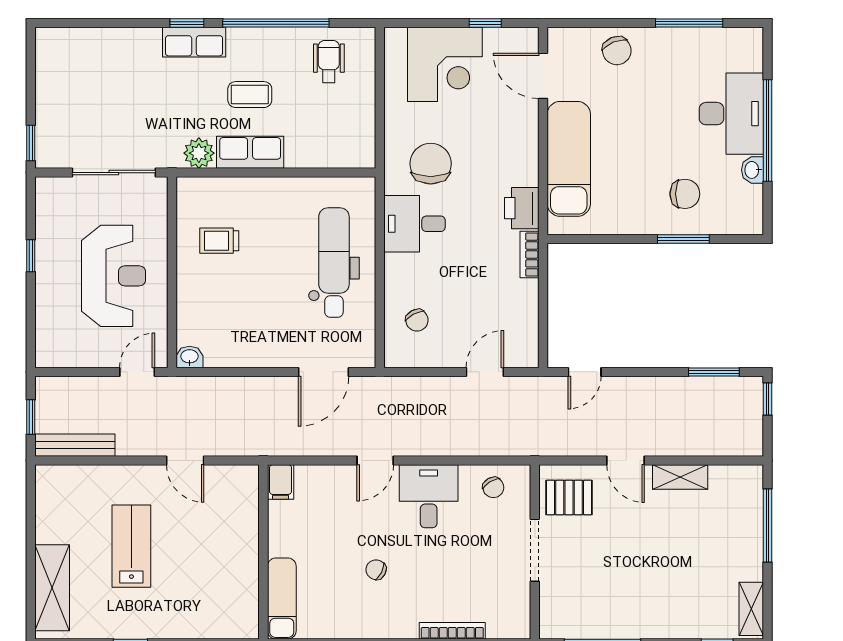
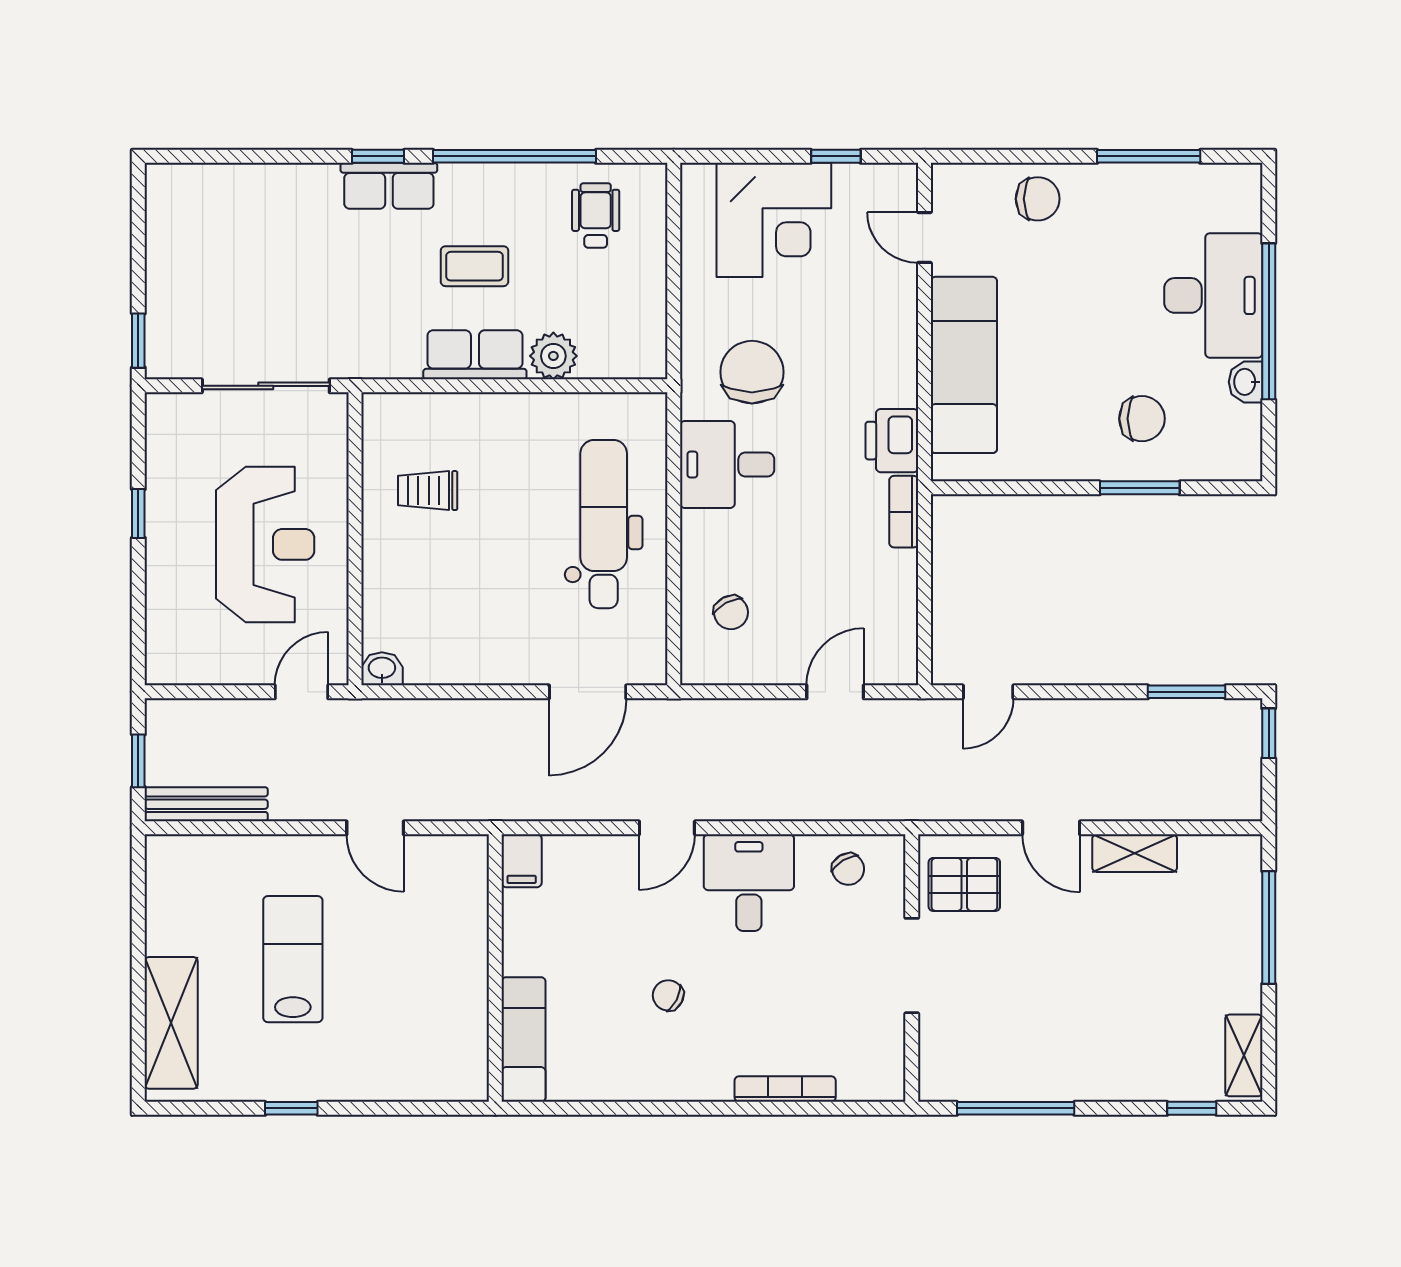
chair: (617, 51) -> (1038, 199), turned -68
door: (543, 76) -> (924, 237), width x0.73
plant: (199, 153) -> (553, 356), moved

